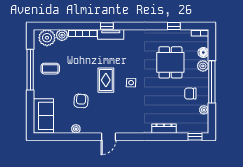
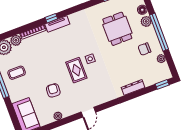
rug: (106, 80) -> (76, 70), moved

